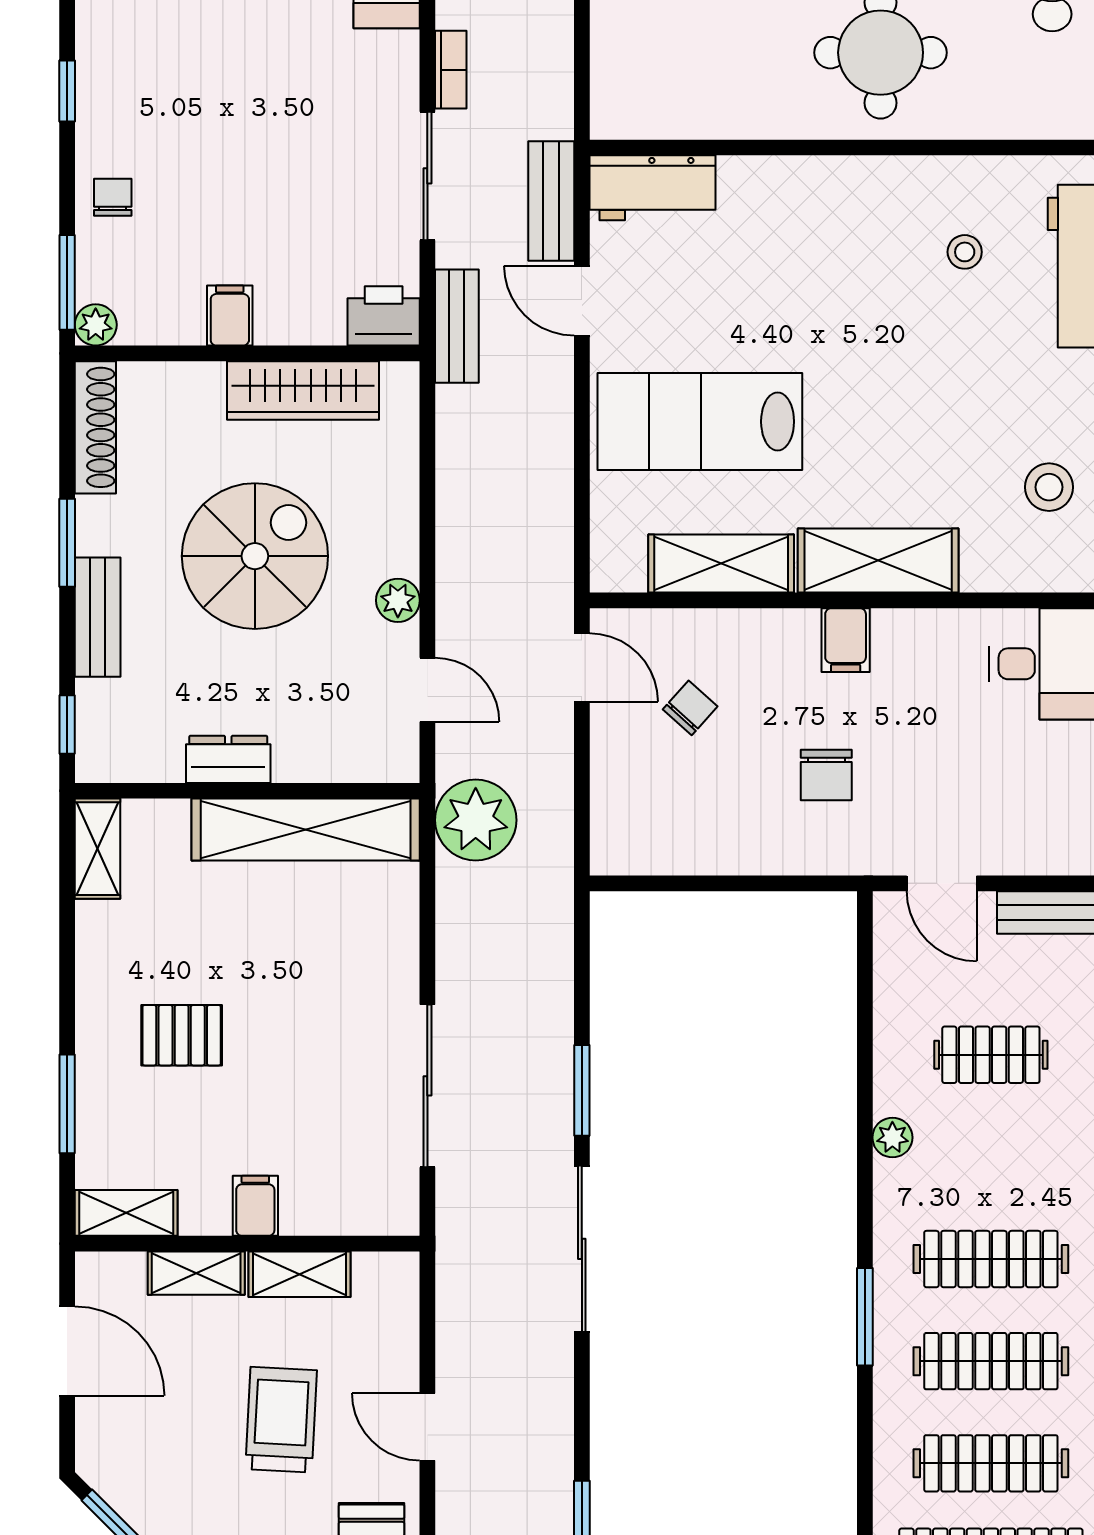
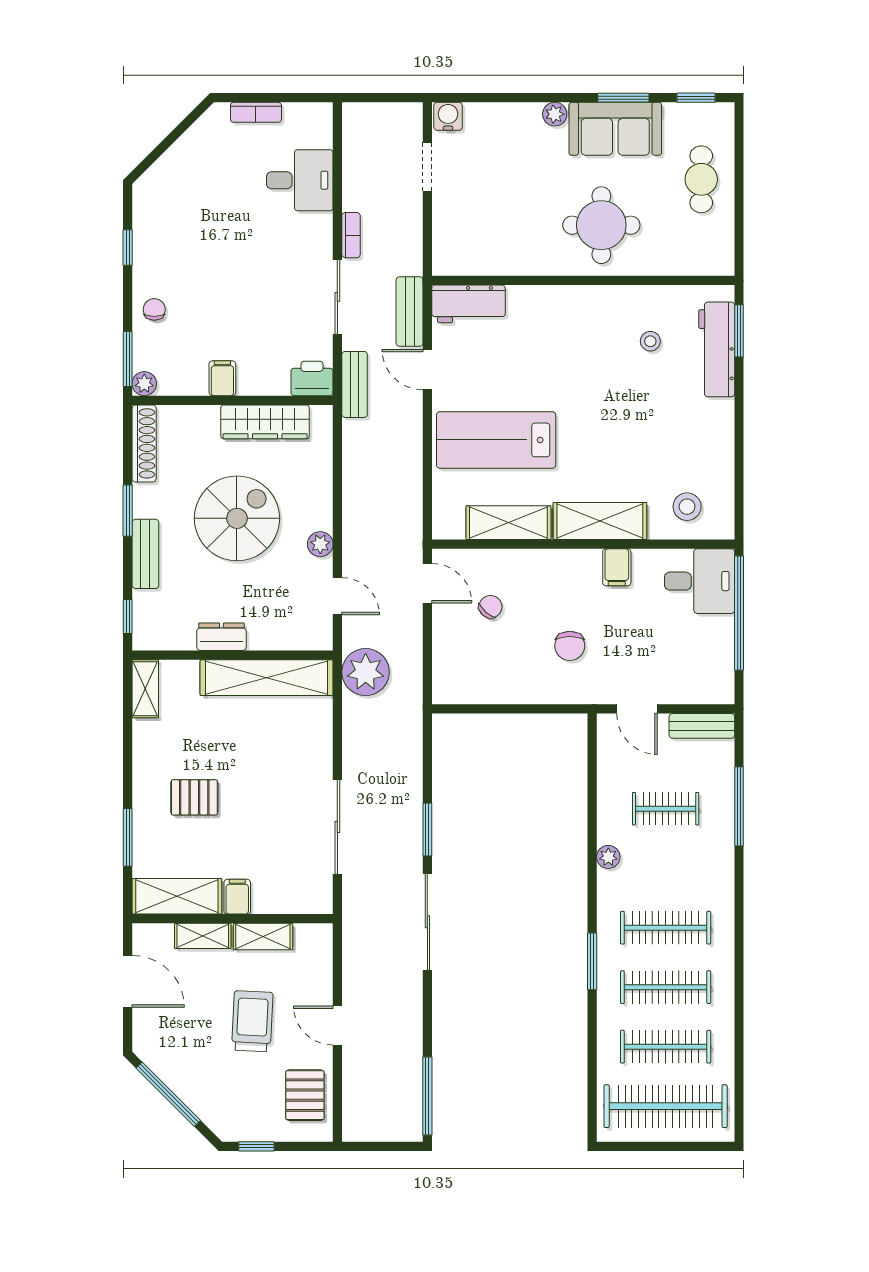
stool: (1049, 487) -> (687, 507), moved
filing cabinet: (846, 640) -> (617, 567), moved
shelving: (126, 1213) -> (177, 896), width x1.50, depth x1.33

